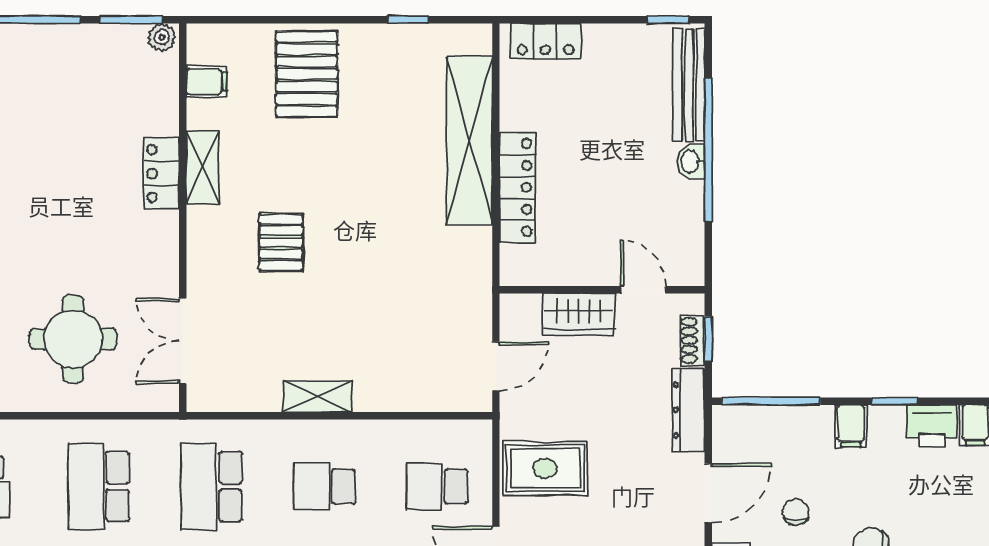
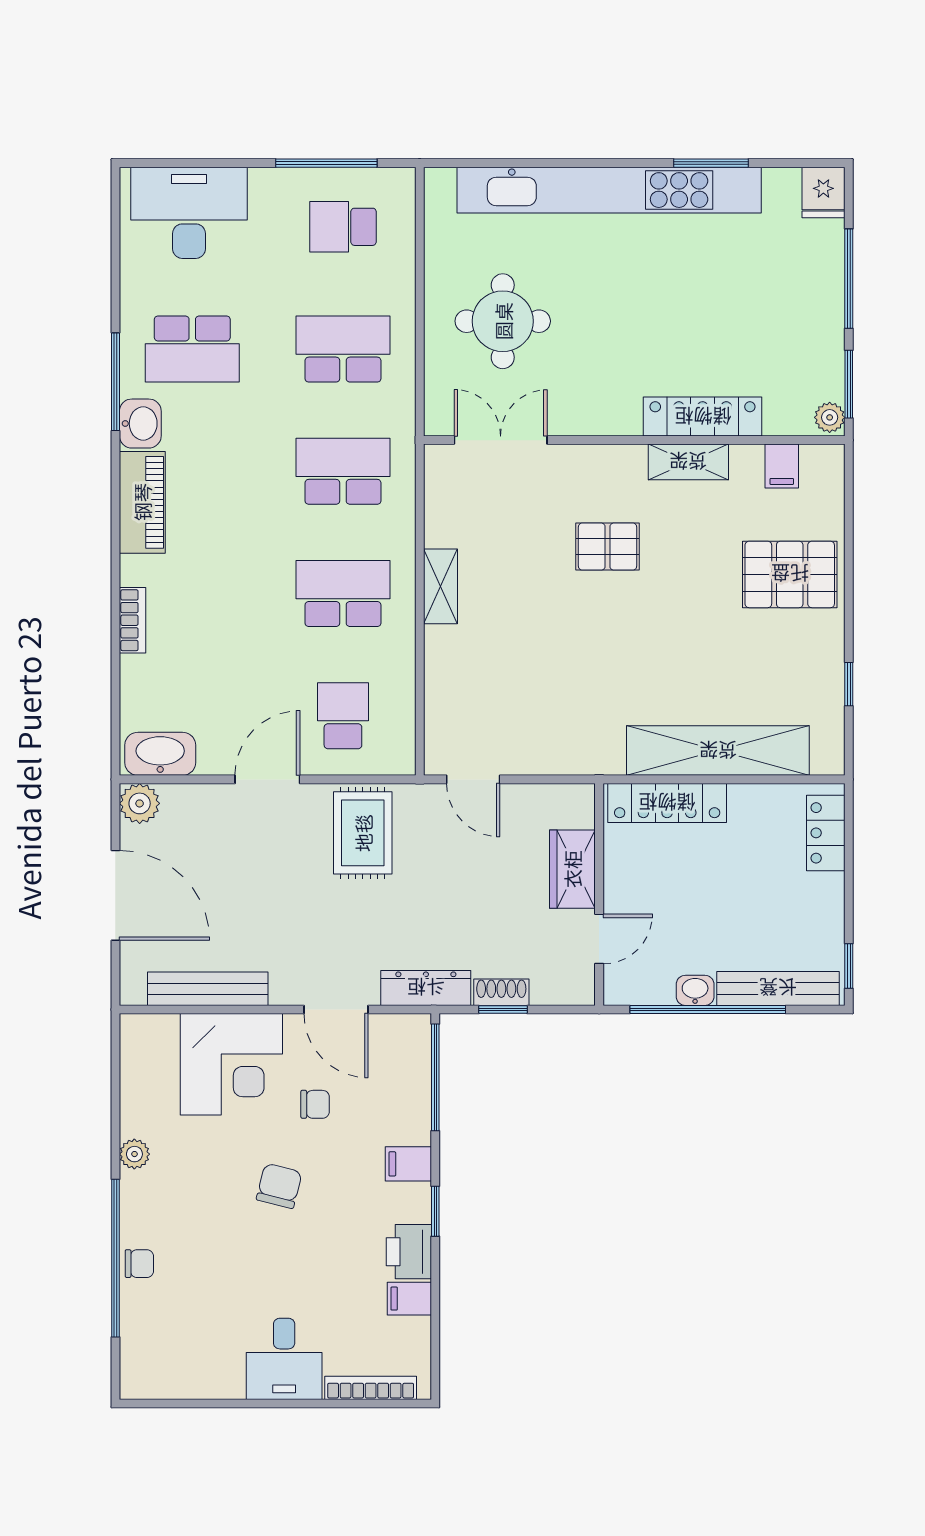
locker: (161, 173) -> (703, 417), width x1.53
wall: (602, 290) -> (599, 894), moved
door: (643, 290) -> (599, 939), moved
wardrobe: (579, 314) -> (572, 869), moved
school desk: (324, 486) -> (343, 593), width x1.85

